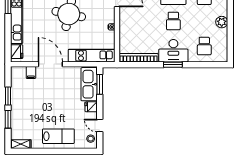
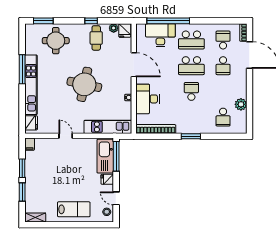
school desk: (173, 21) -> (191, 91), turned 180
plant: (222, 22) -> (241, 104), moved
desk: (173, 51) -> (148, 99), moved, turned 90
door: (50, 64) -> (66, 136), width x0.53
filing cabinet: (31, 72) -> (30, 144), moved
window: (100, 84) -> (116, 156), width x1.44

